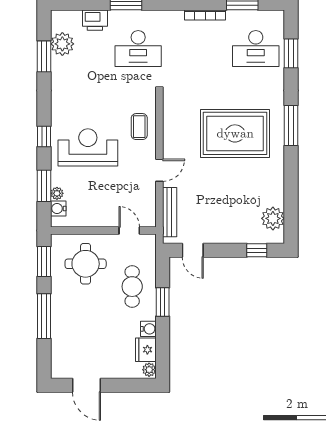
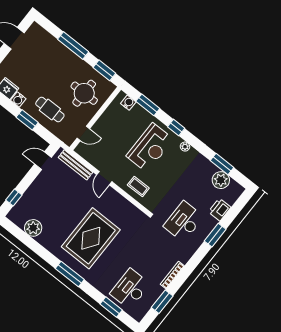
plant: (57, 193) -> (185, 147), moved
plant: (273, 218) -> (33, 228), moved

